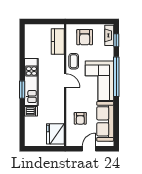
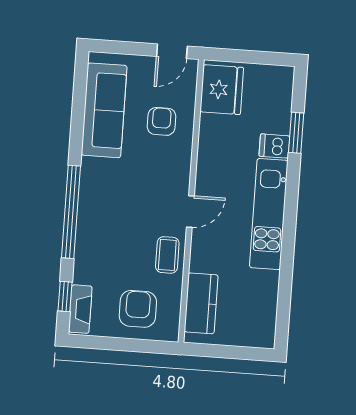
door: (65, 81) -> (190, 211), swing flipped
corner sofa: (100, 81) -> (111, 206), removed
window: (22, 90) -> (296, 133), moved
door: (89, 149) -> (172, 51), moved

